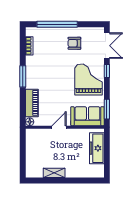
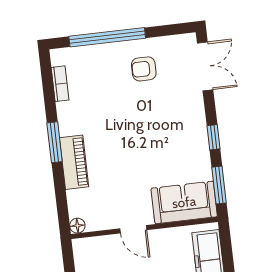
window: (107, 71) -> (213, 137), moved
grand piano: (89, 79) -> (178, 134), removed
piano: (32, 103) -> (74, 162), moved
door: (59, 127) -> (133, 229), swing flipped

